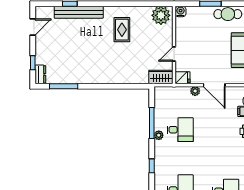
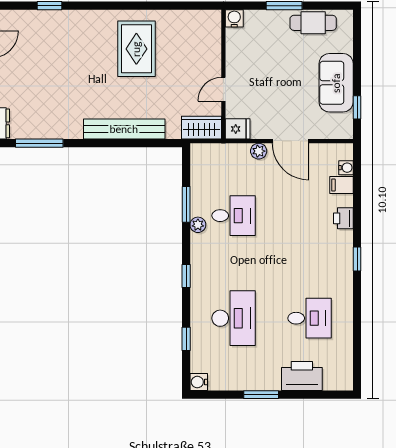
bench: (79, 12) -> (124, 129), moved
plant: (161, 15) -> (202, 25), removed
rug: (122, 30) -> (136, 49), width x1.36, depth x1.43
window: (152, 123) -> (186, 204), width x0.69

